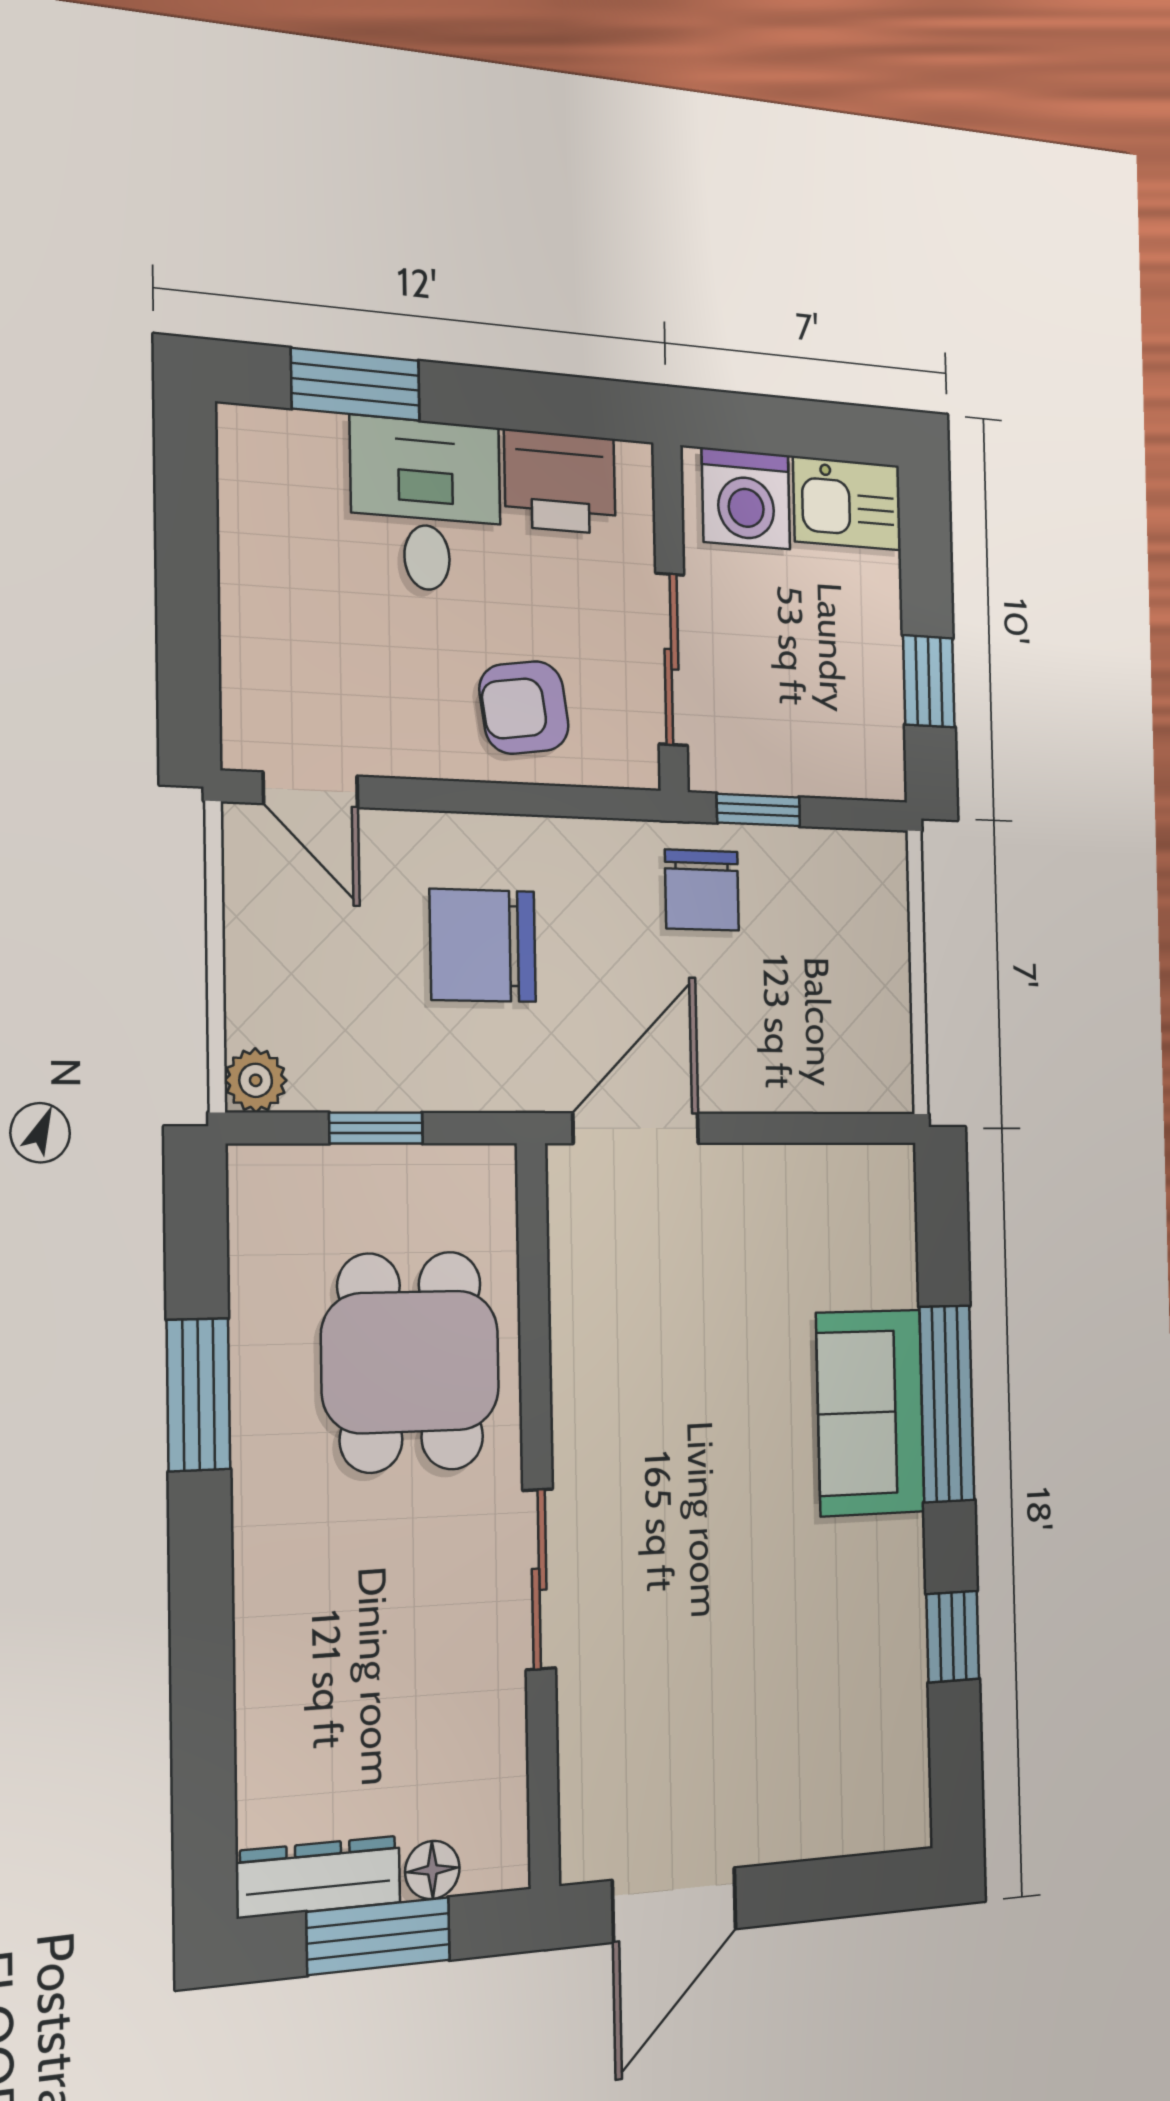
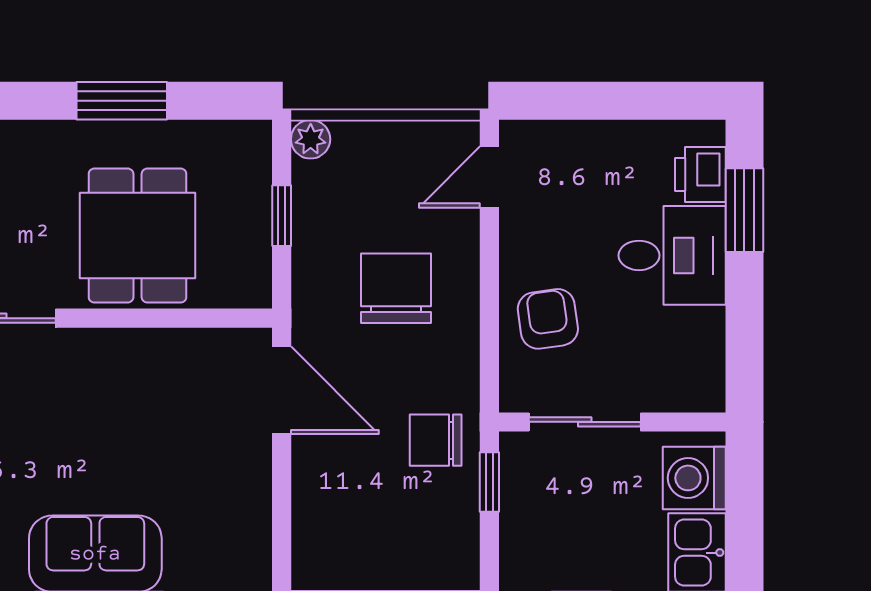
printer: (560, 482) -> (700, 174), moved, width x0.73, depth x0.81
dining table: (411, 1362) -> (138, 236), turned 90

